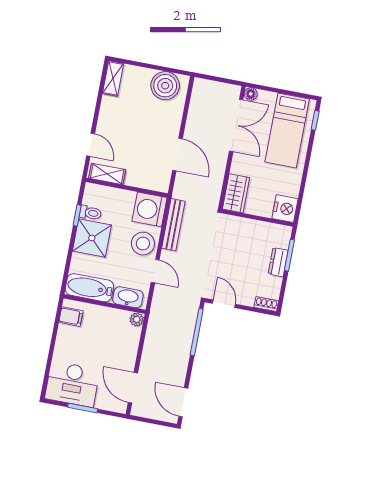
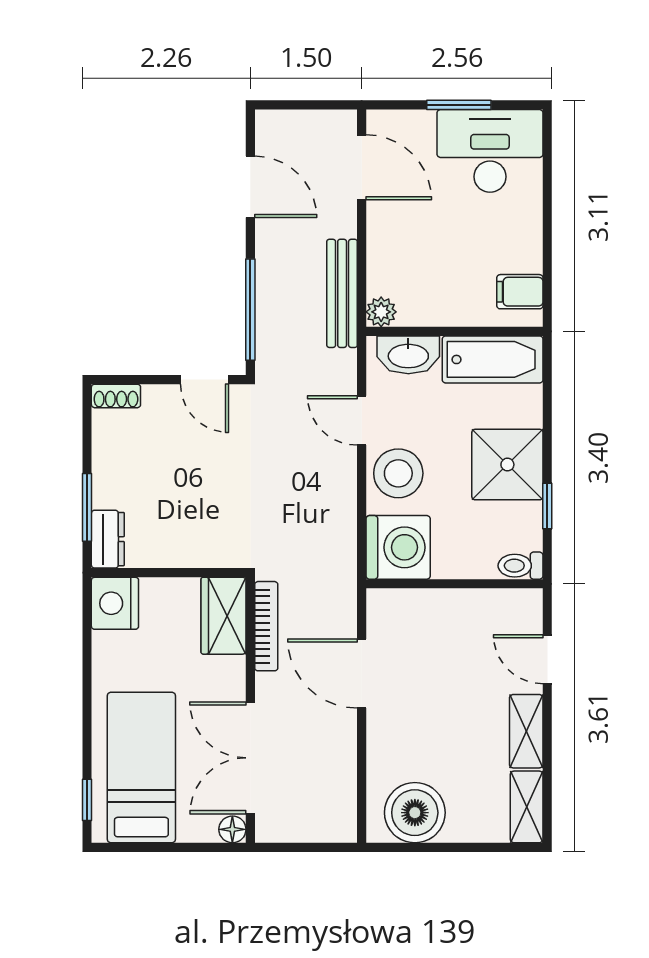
shelving: (107, 174) -> (526, 731), moved, turned 90
bookcase: (217, 185) -> (266, 626), added
toilet: (90, 213) -> (521, 566), moved
bench: (173, 225) -> (342, 293), moved
dresser: (278, 262) -> (108, 539), moved
door: (183, 402) -> (250, 187), moved

